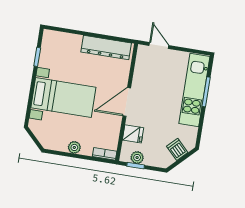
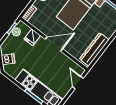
door: (159, 46) -> (78, 83), swing flipped
door: (127, 102) -> (54, 44), hinge flipped

